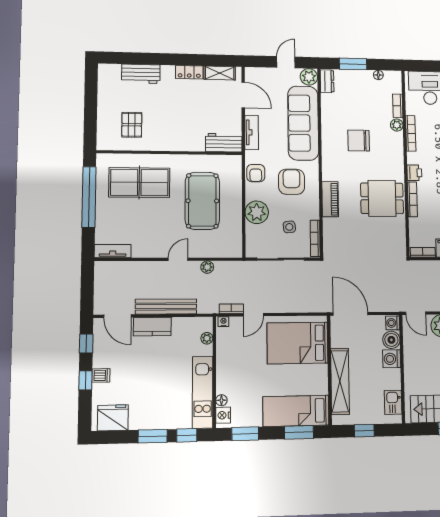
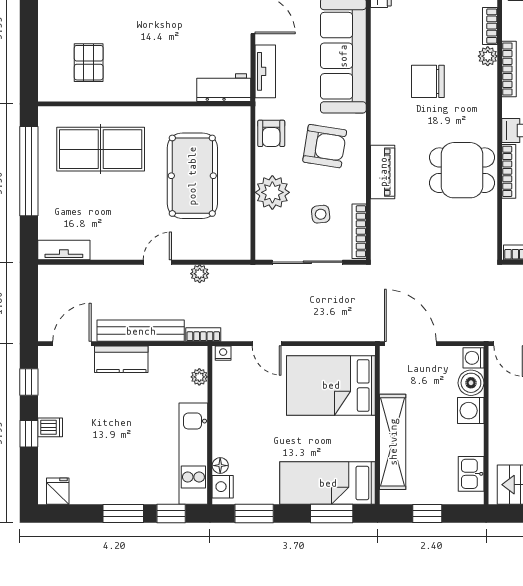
armchair: (292, 182) -> (325, 146), turned 99
bookcase: (231, 309) -> (203, 335), moved
door: (253, 315) -> (267, 344), hinge flipped
door: (117, 316) -> (72, 344), swing flipped
fridge: (113, 418) -> (58, 491), width x0.53, depth x0.75

